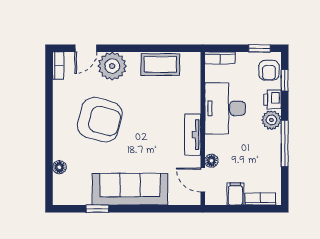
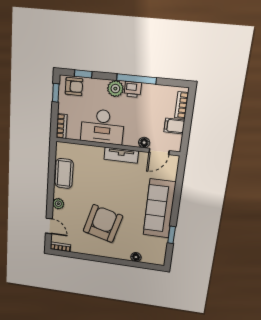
plant: (112, 66) -> (58, 204), width x0.53, depth x0.53
printer: (273, 99) -> (133, 89), moved

